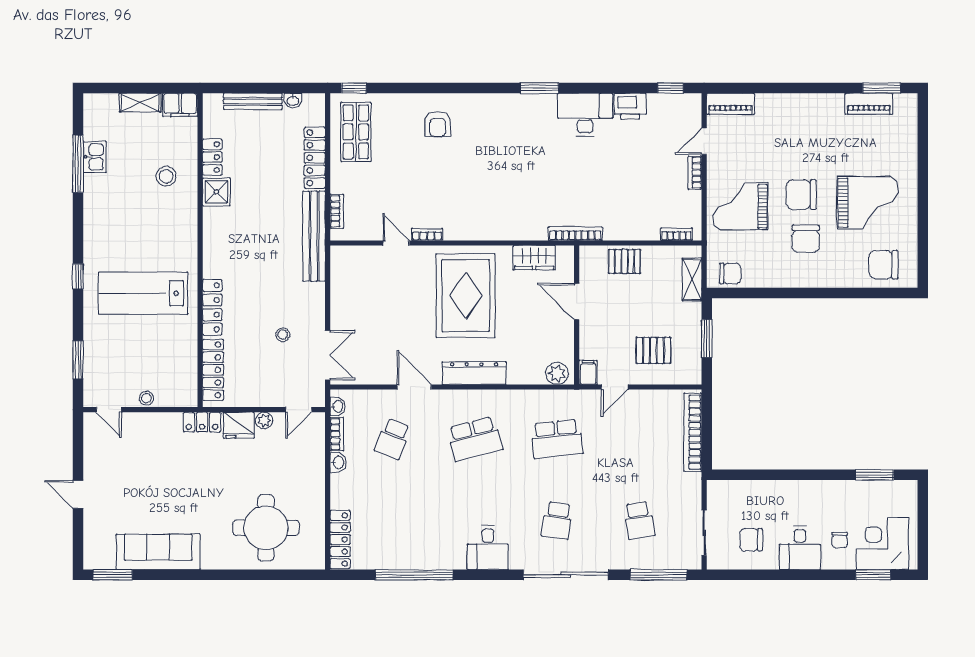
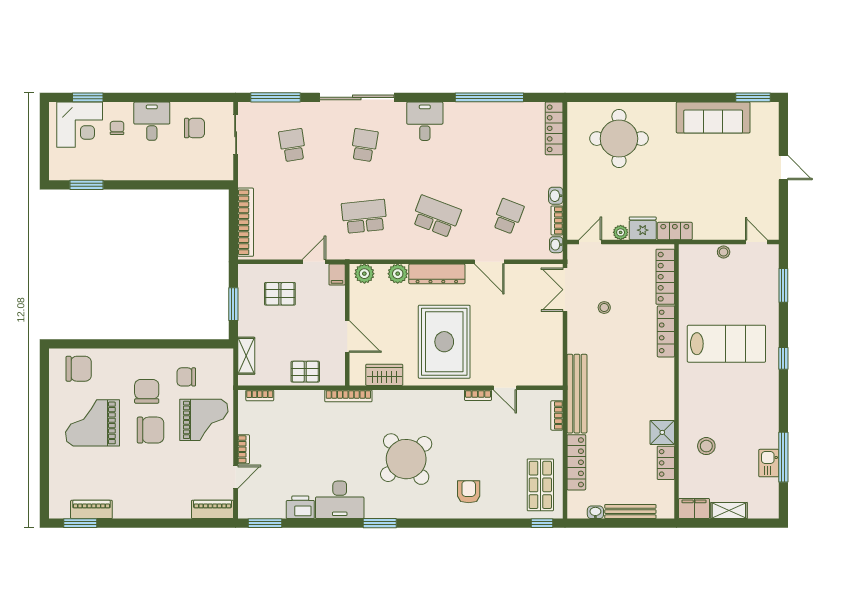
window: (670, 88) -> (265, 523), width x1.50
round table: (509, 161) -> (406, 459), added
chair: (730, 274) -> (186, 377), moved
plant: (519, 373) -> (398, 274), added
school desk: (475, 439) -> (436, 216), turned 36

